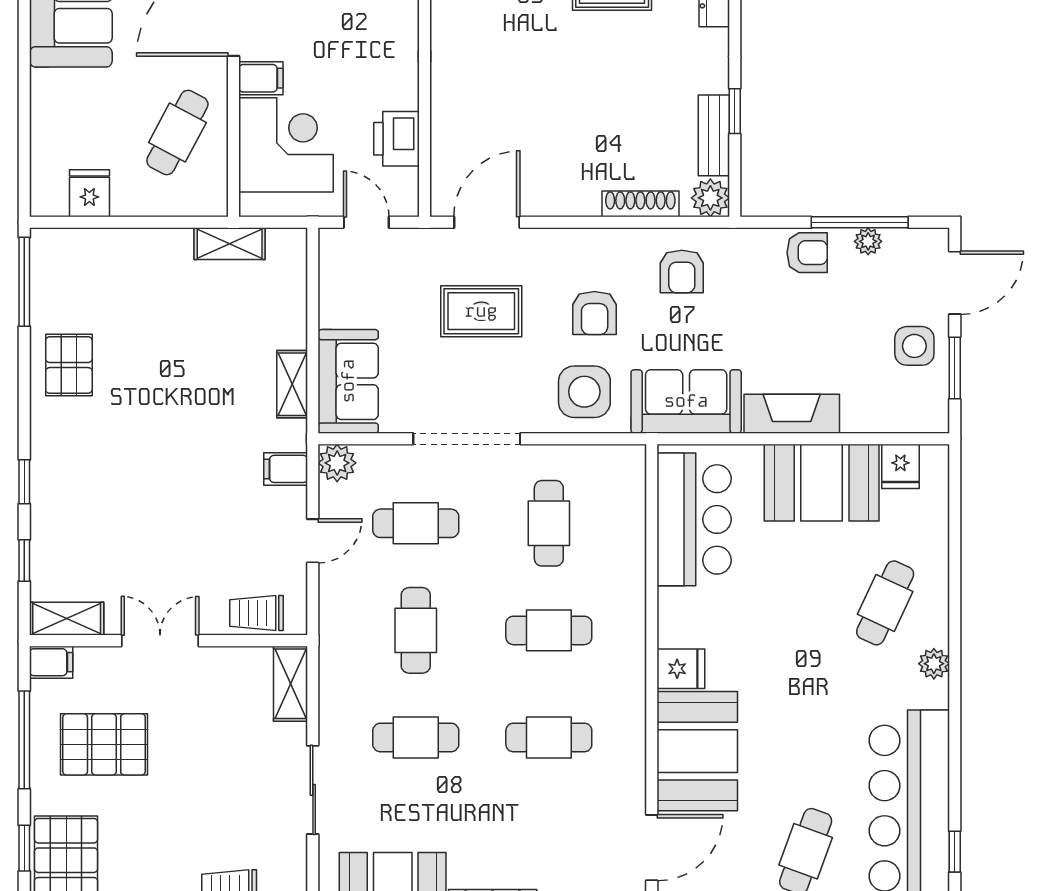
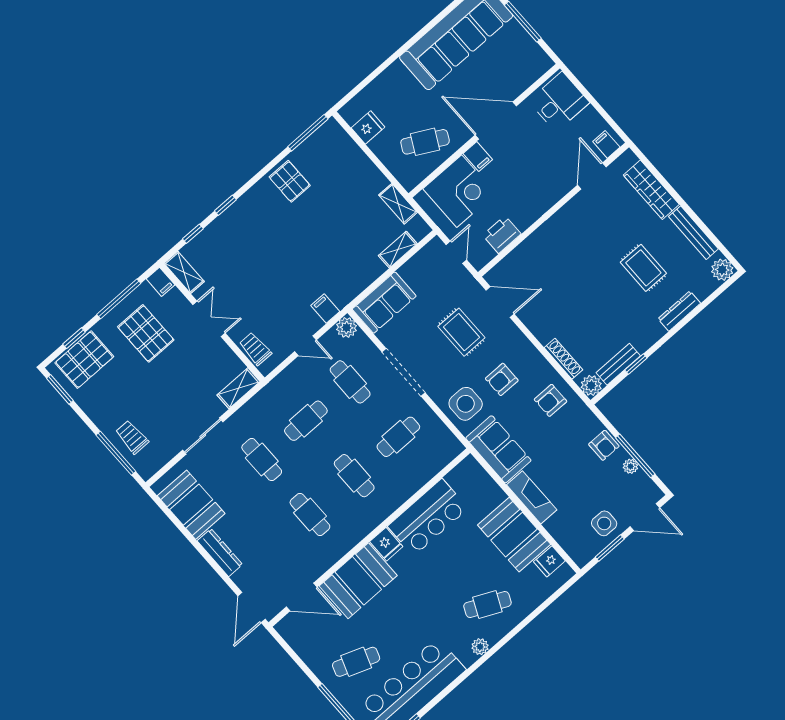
pallet: (69, 365) -> (290, 181), turned 90
shelving: (292, 384) -> (398, 250), moved
bar counter: (694, 519) -> (428, 517), moved

